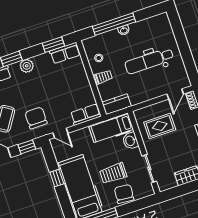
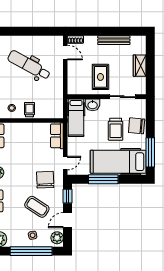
dental chair: (149, 61) -> (29, 65), turned 119
kitchen counter: (117, 104) -> (57, 106), removed
chair: (36, 118) -> (45, 180), turned 88
rug: (160, 126) -> (100, 77), moved
window: (57, 178) -> (103, 179), width x2.17

